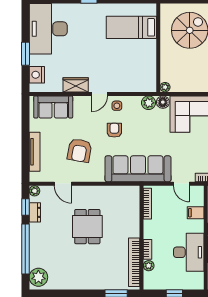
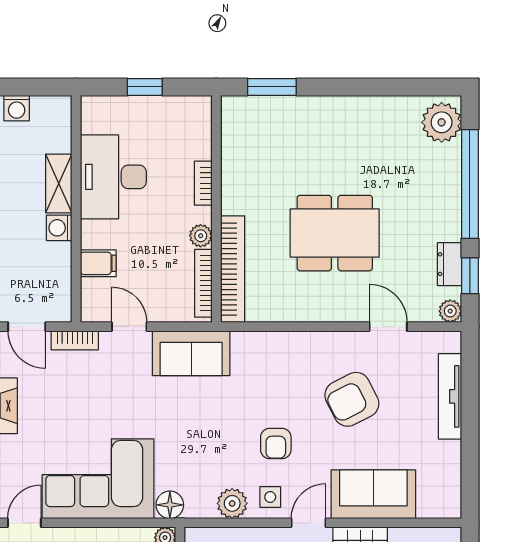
plant: (149, 103) -> (232, 503), moved
sofa: (53, 107) -> (373, 494), moved
armchair: (79, 150) -> (352, 399), turned -127
sofa: (138, 169) -> (191, 353), width x0.54, depth x0.79
dining table: (87, 227) -> (335, 233), width x1.38
bookcase: (134, 262) -> (233, 269), moved
plant: (149, 266) -> (201, 236), moved

